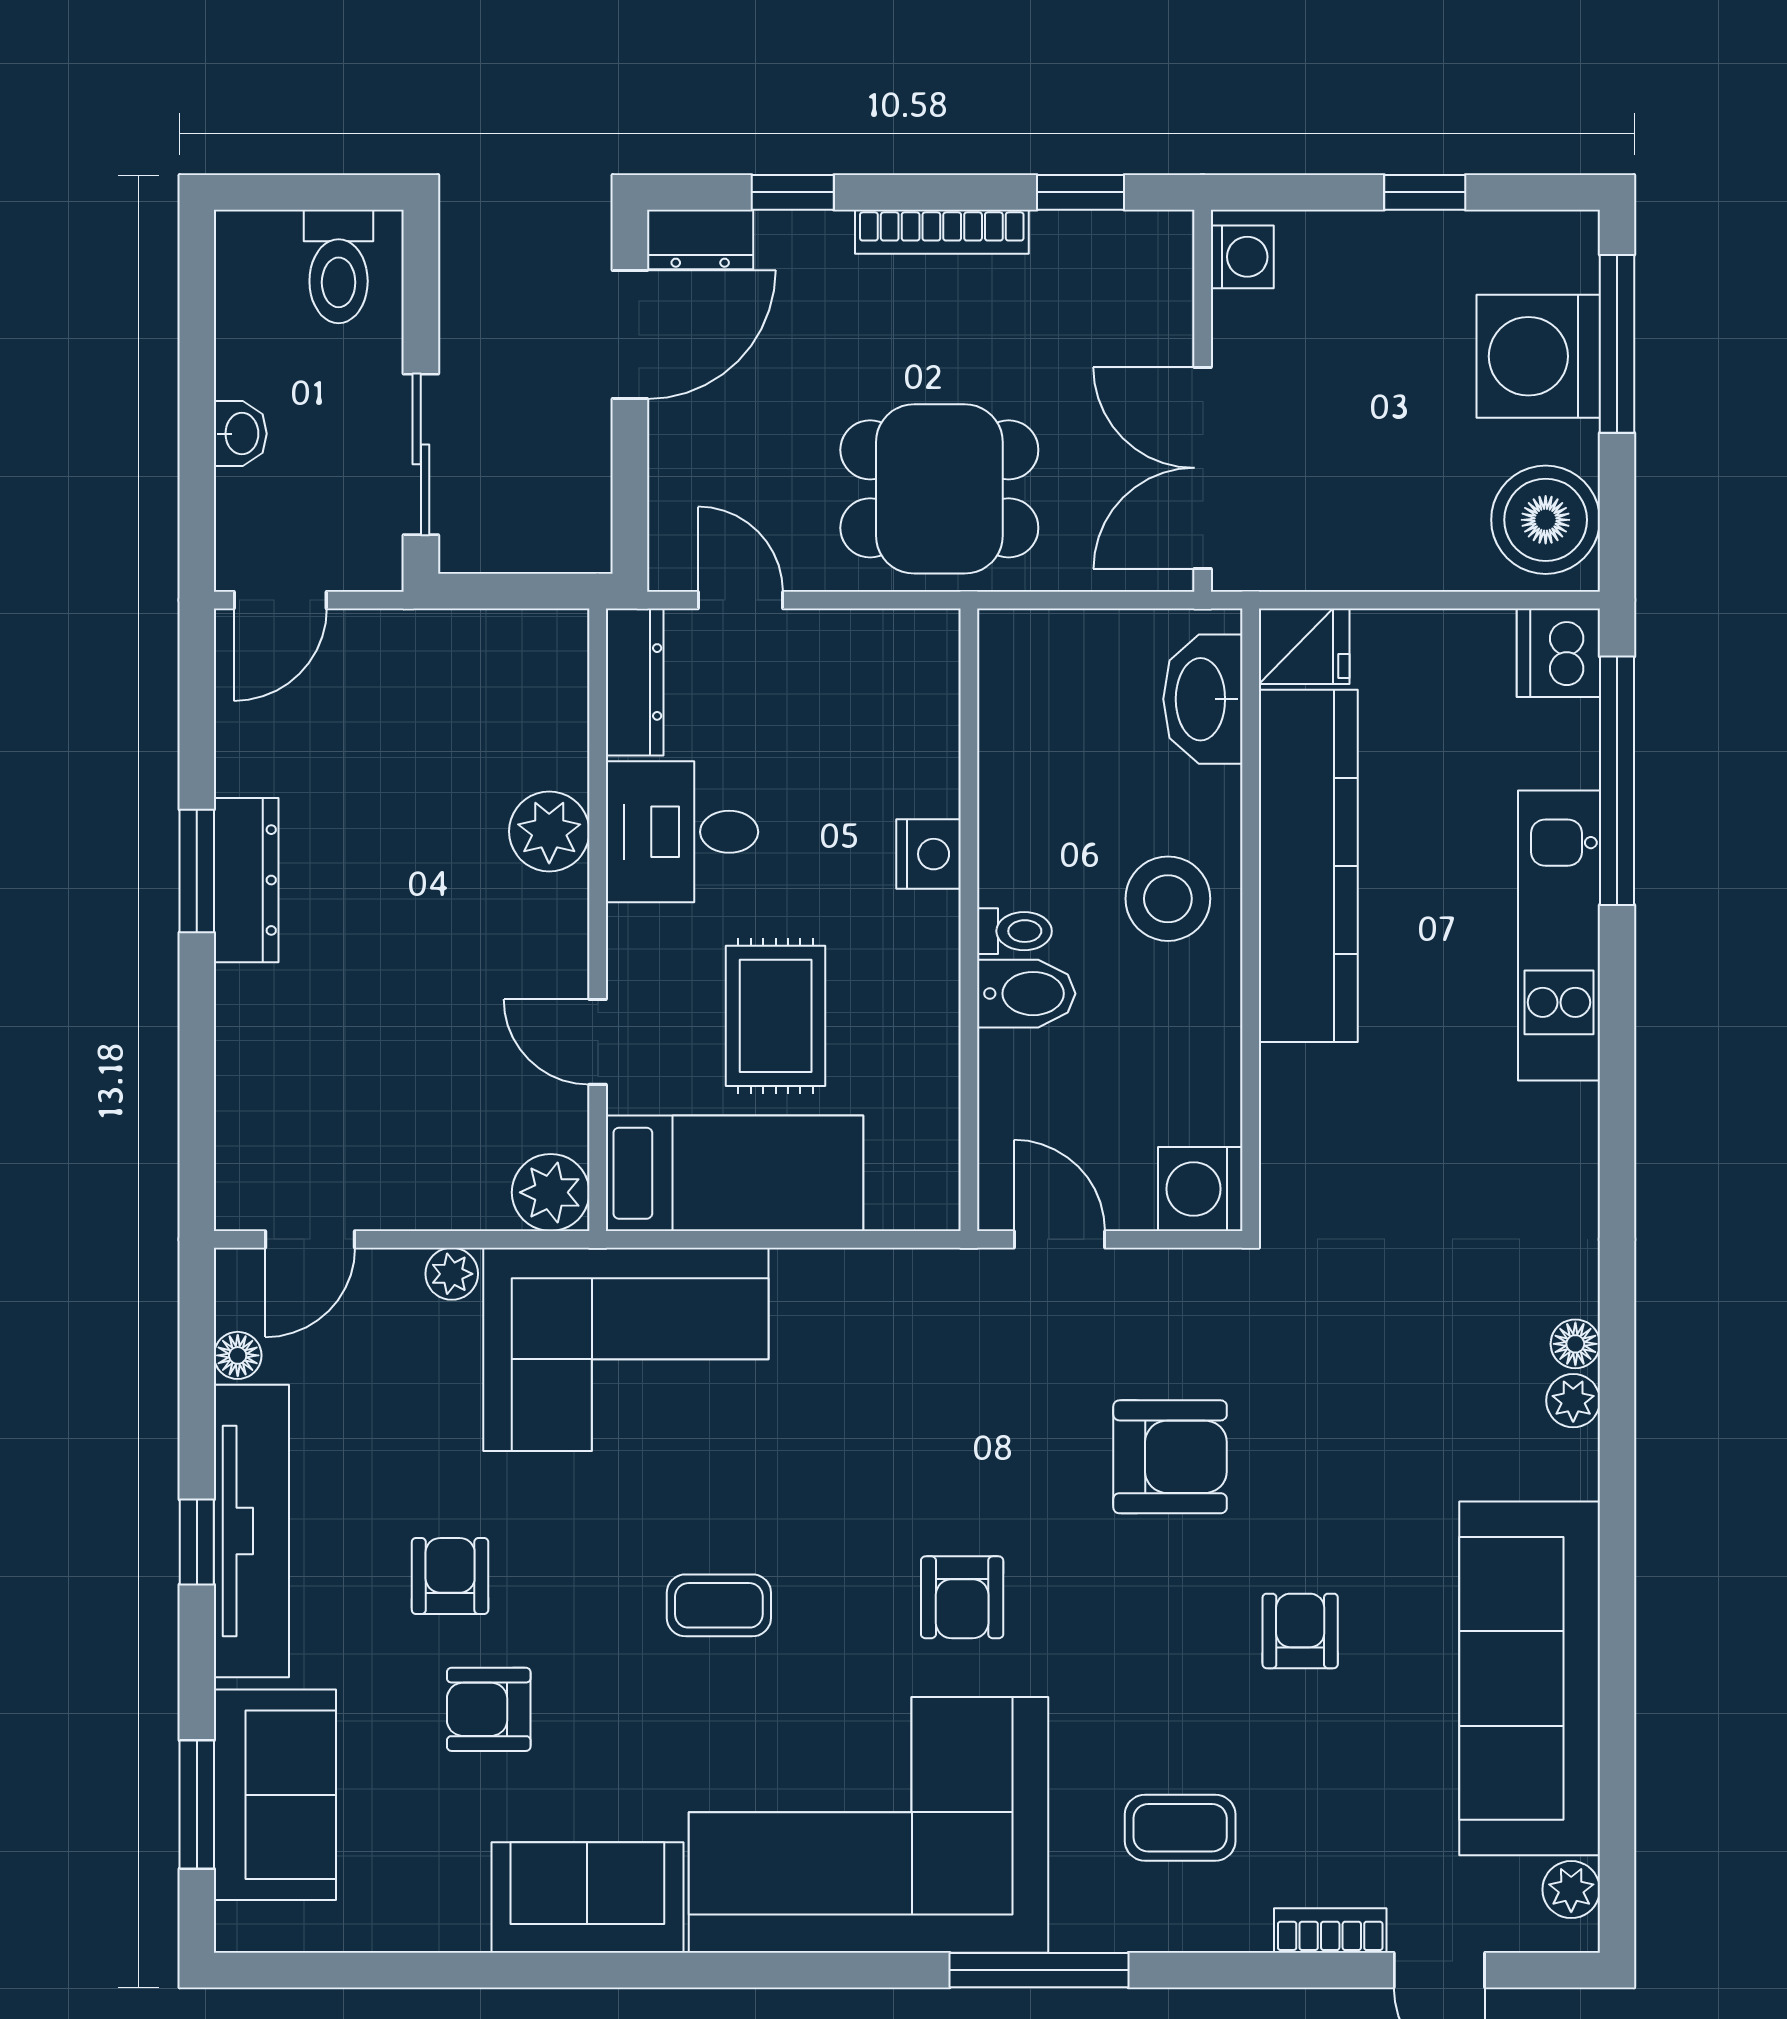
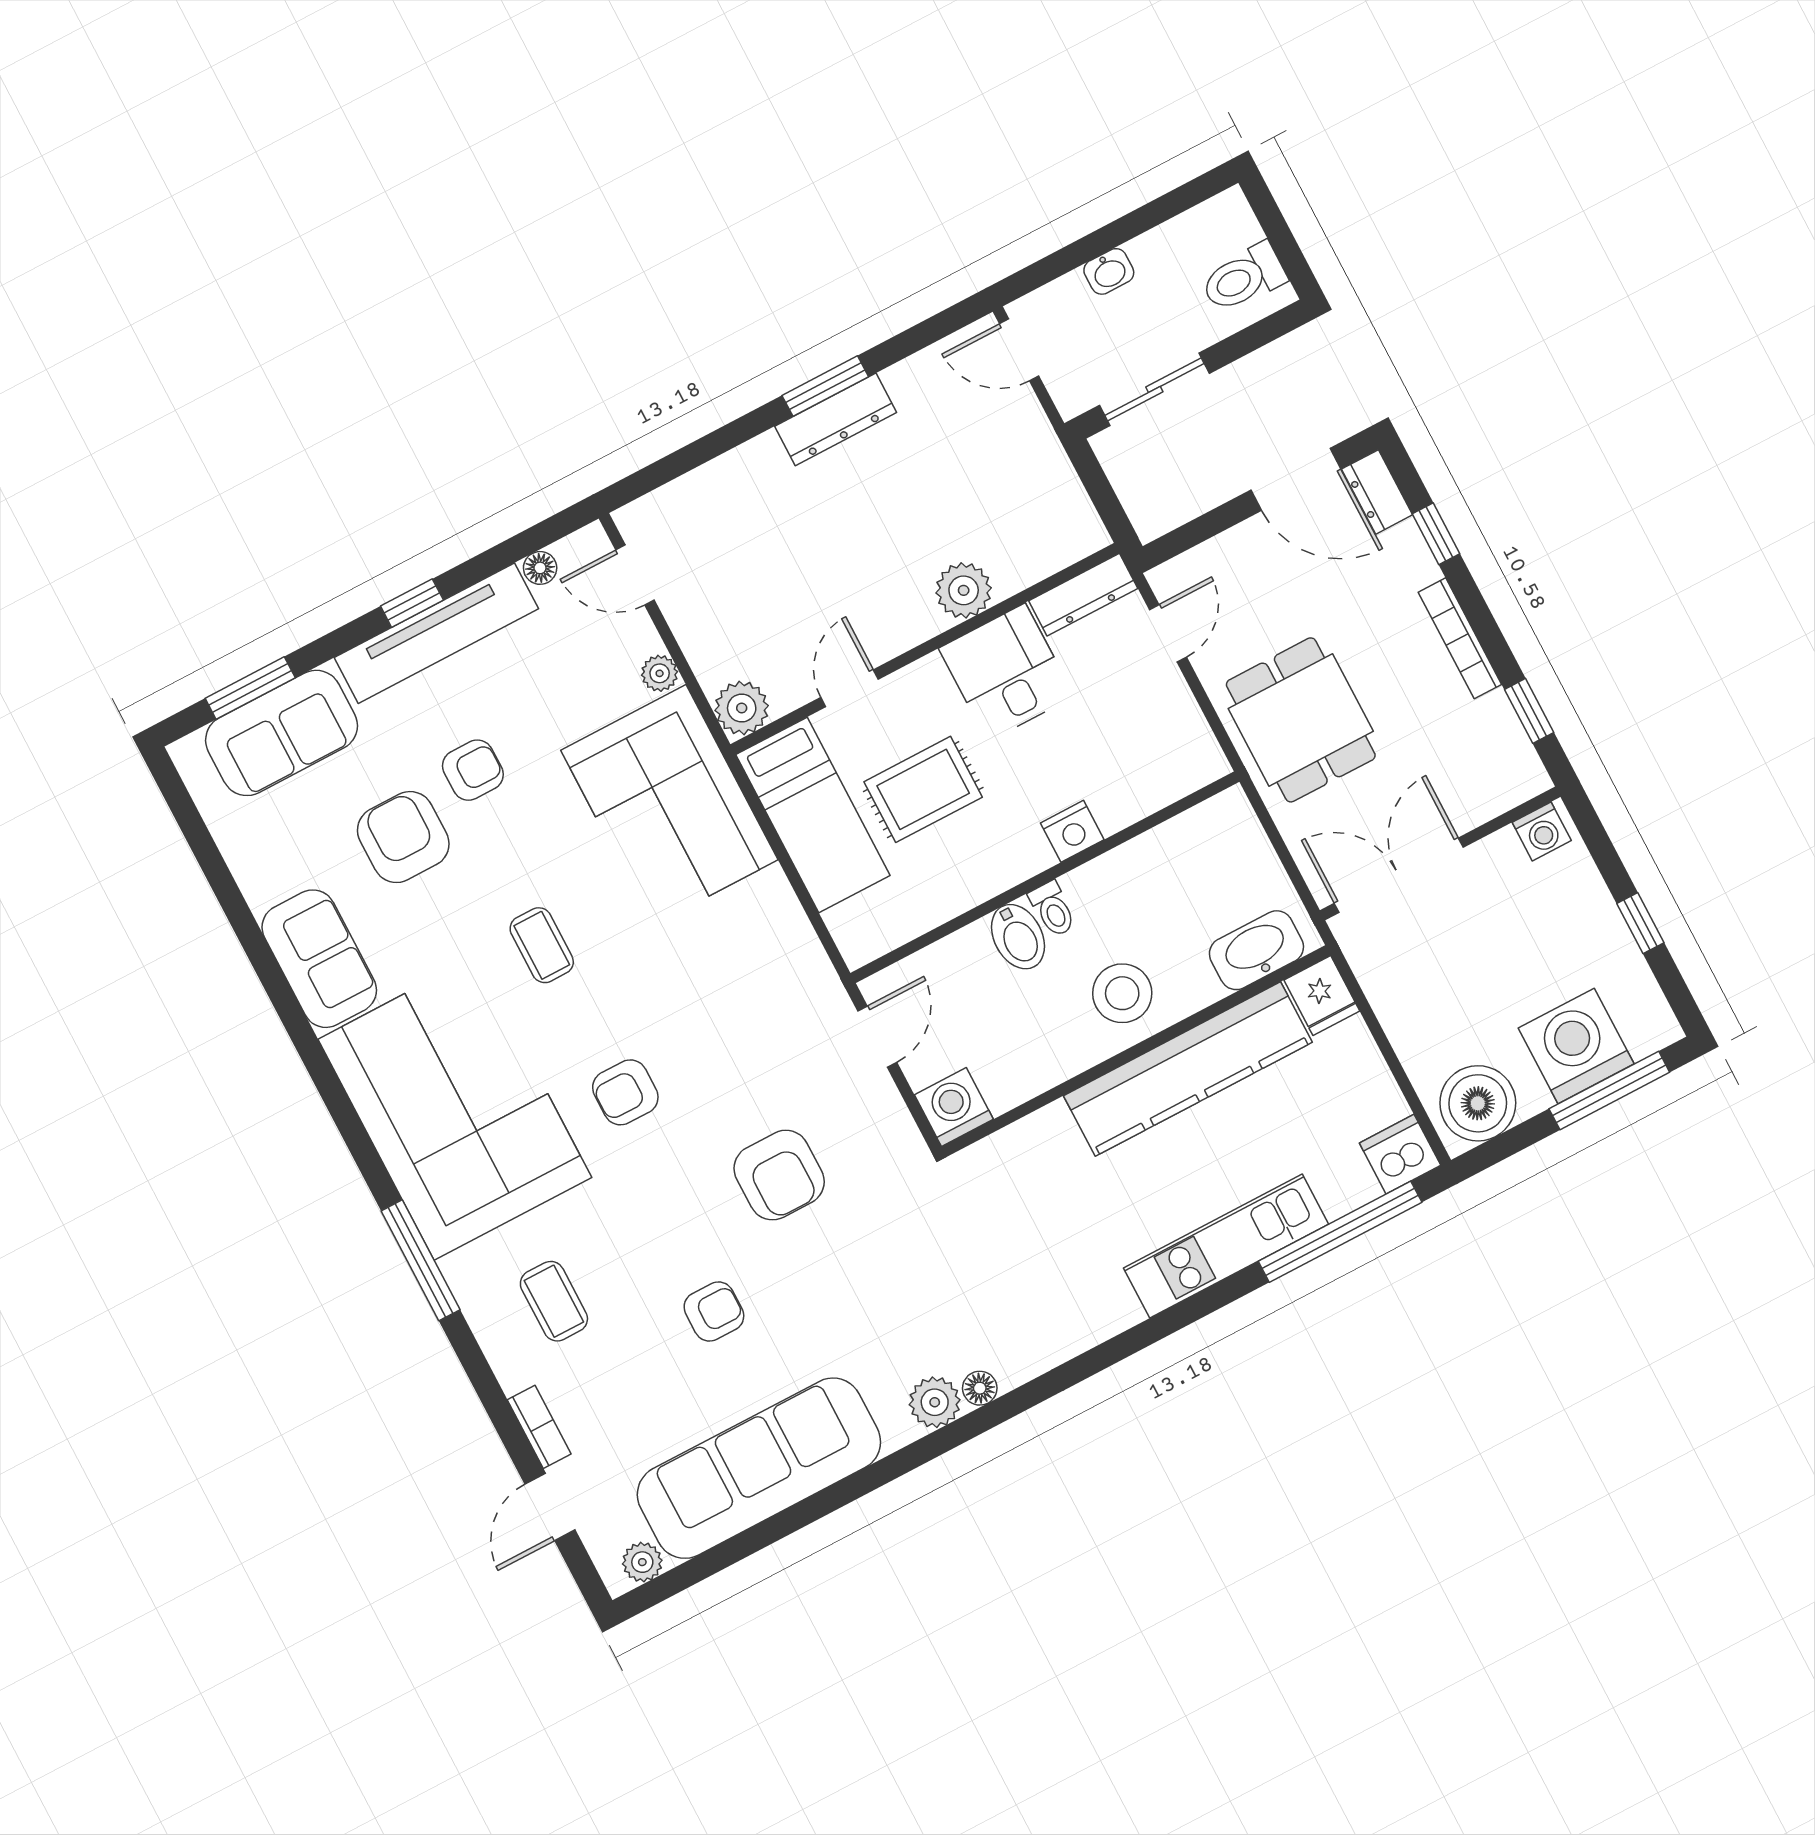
plant: (1573, 1401) -> (935, 1402), width x1.38, depth x1.38
armchair: (489, 1709) -> (403, 837), width x1.38, depth x1.38

